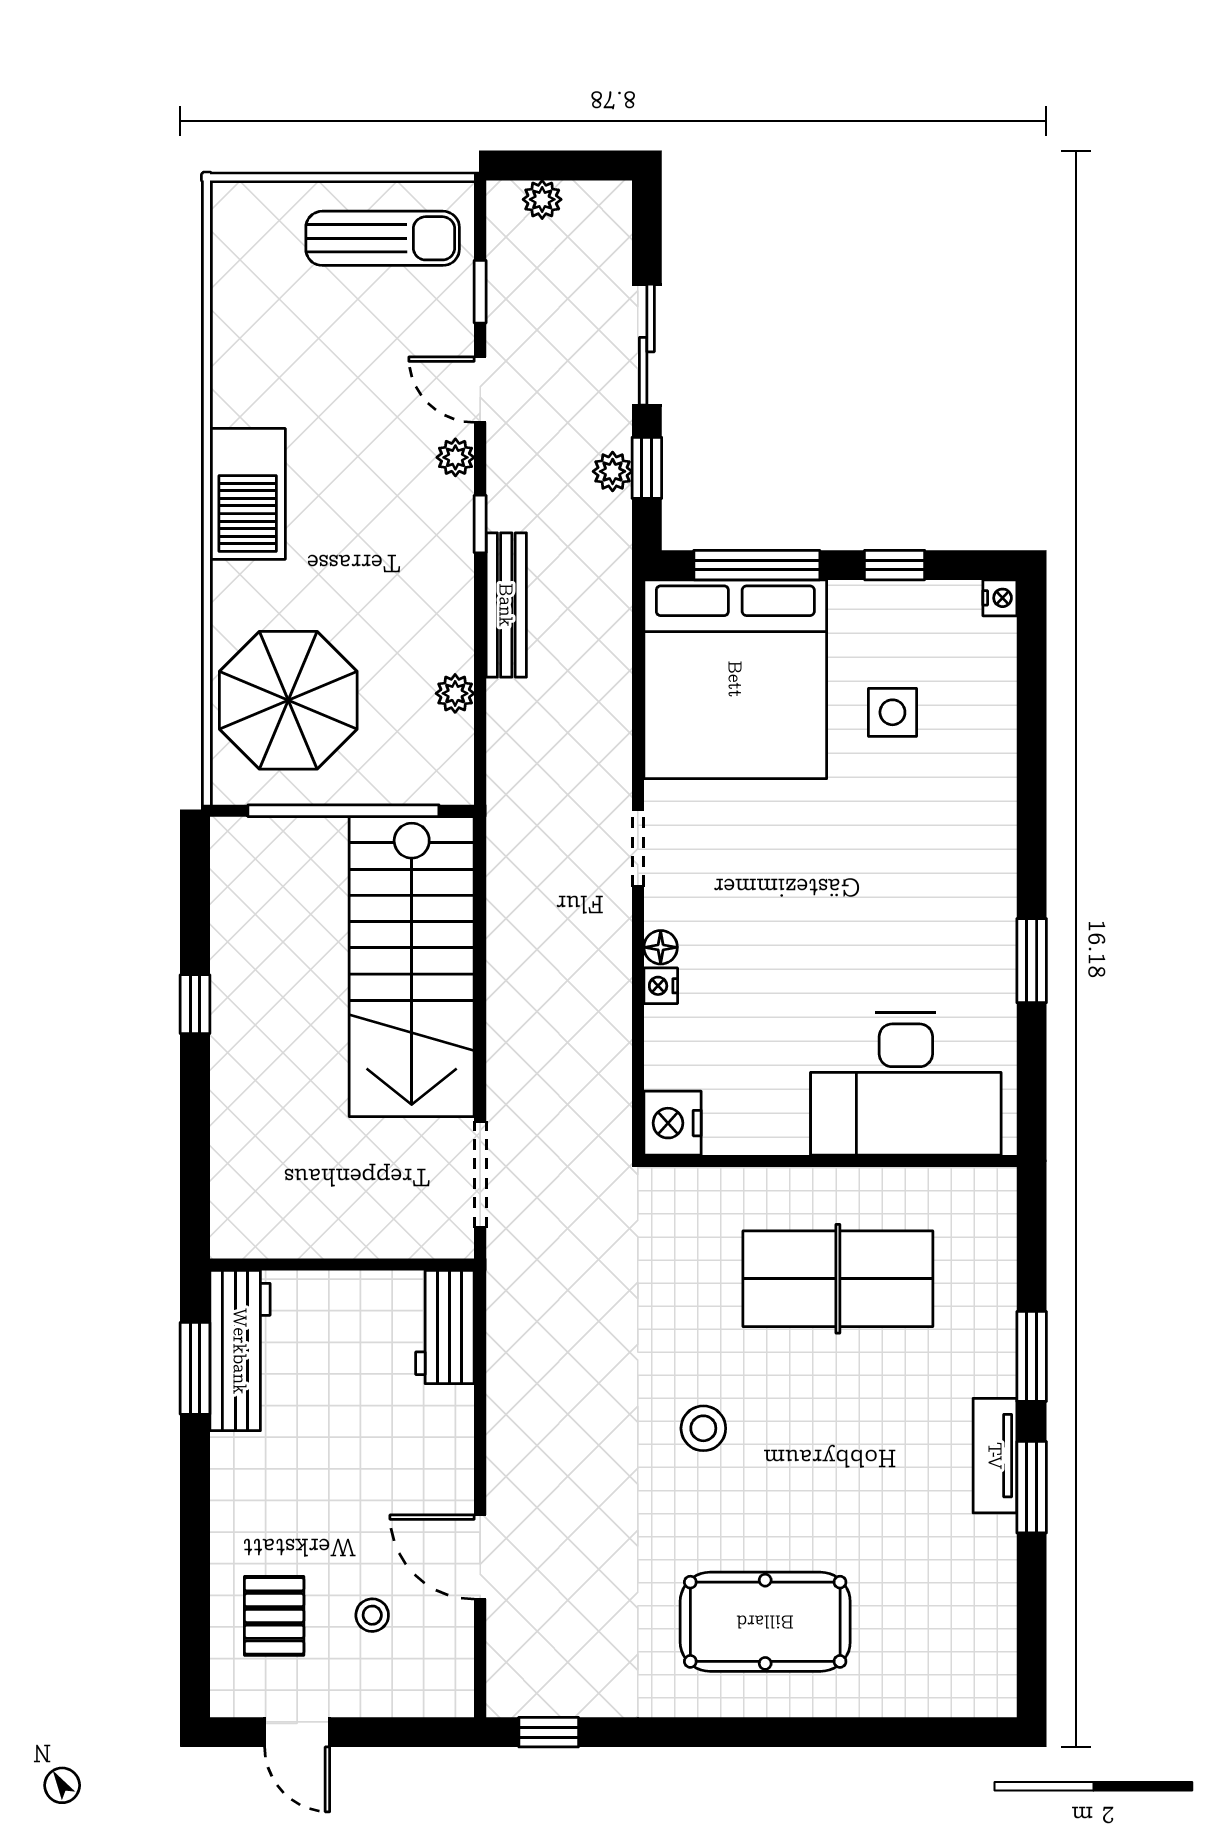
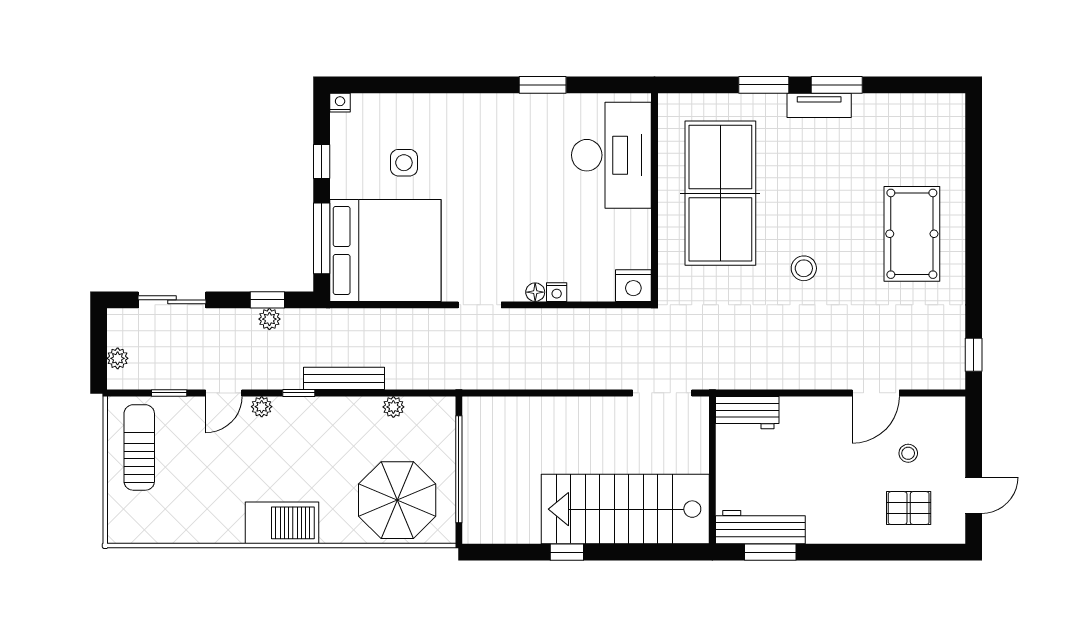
sliding door: (647, 345) -> (172, 300), moved
stairs: (412, 967) -> (625, 509), moved, turned 180
table tennis table: (838, 1279) -> (720, 193), width x1.36, depth x1.32

